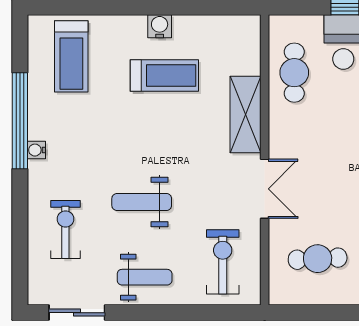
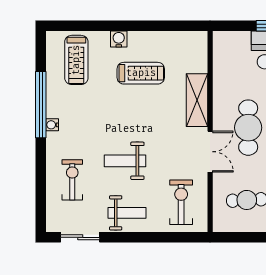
water cooler: (160, 26) -> (119, 39), moved
cafe table: (294, 73) -> (248, 128), moved, width x1.37, depth x1.35

